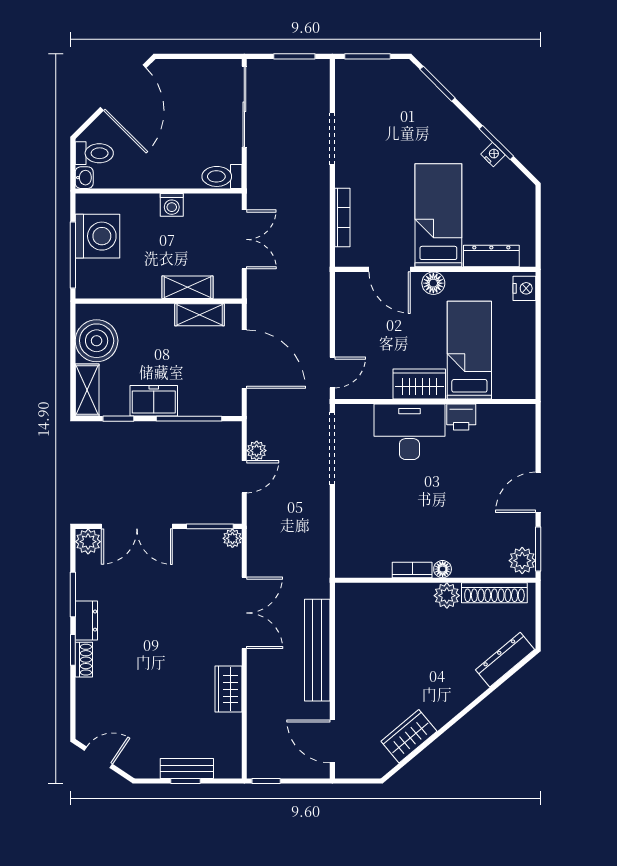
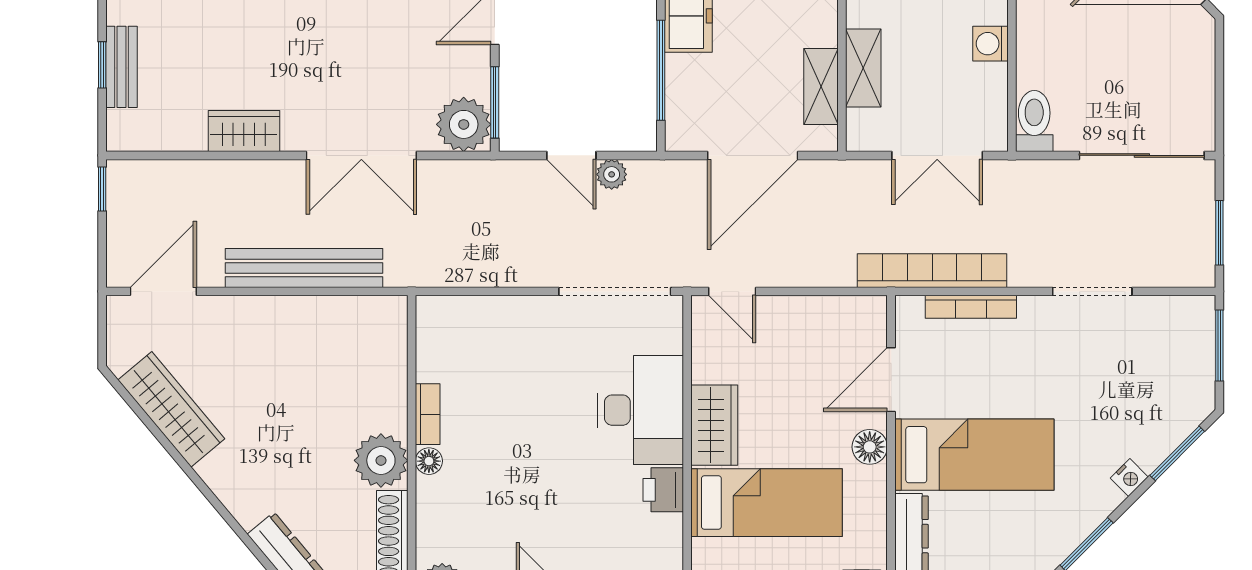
nightstand: (493, 155) -> (1129, 478), moved
bookcase: (319, 243) -> (932, 271), added
plant: (232, 538) -> (464, 124), width x1.88, depth x1.88
plant: (447, 596) -> (381, 460), width x1.36, depth x1.36
wardrobe: (409, 736) -> (171, 409), width x1.50

